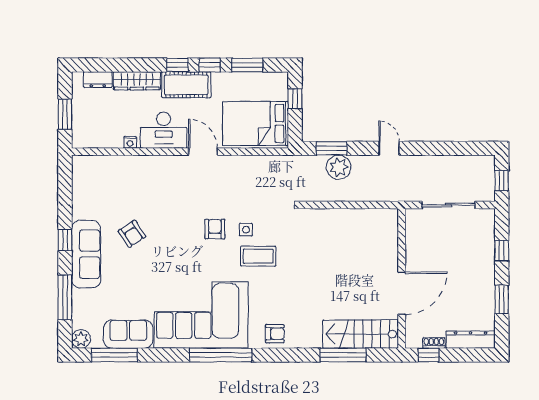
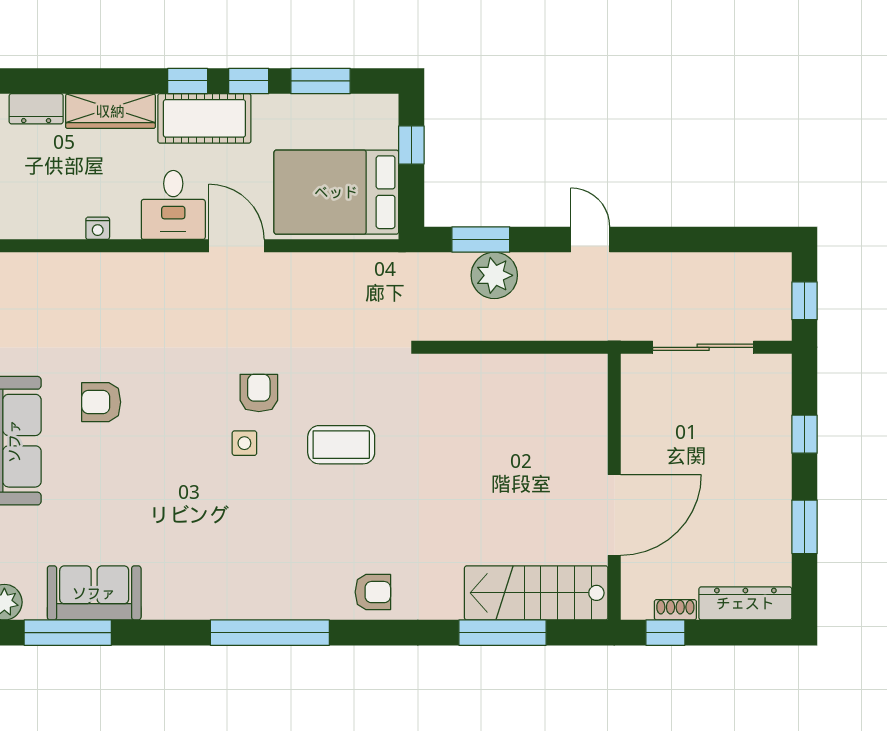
desk: (164, 130) -> (173, 205), width x0.73
side table: (246, 230) -> (244, 443), moved
armchair: (132, 234) -> (101, 402), turned 123
corner sofa: (201, 315) -> (233, 557), removed

